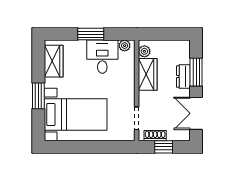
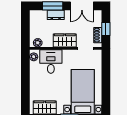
window: (91, 34) -> (25, 81), removed
desk: (102, 57) -> (51, 61), moved, turned 90
wardrobe: (148, 74) -> (65, 40), moved

